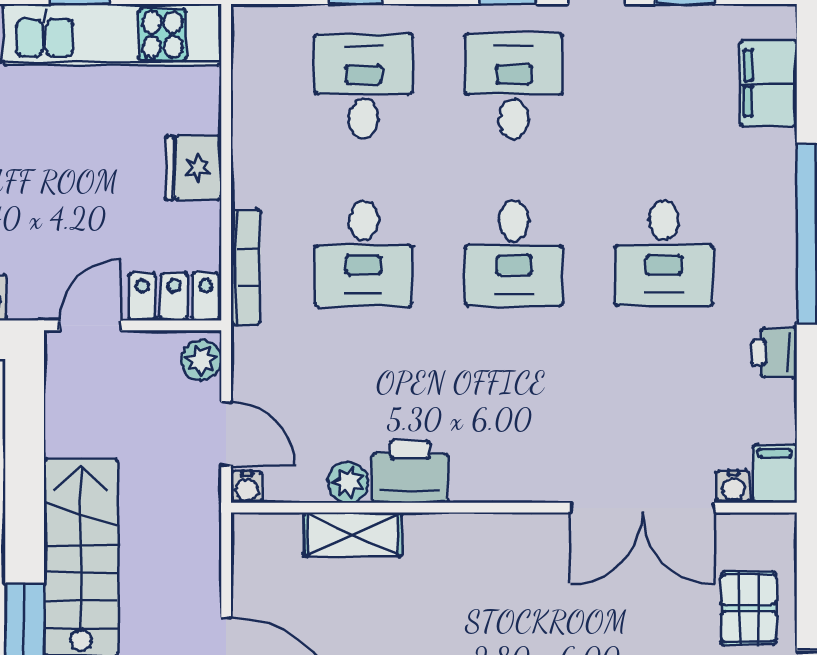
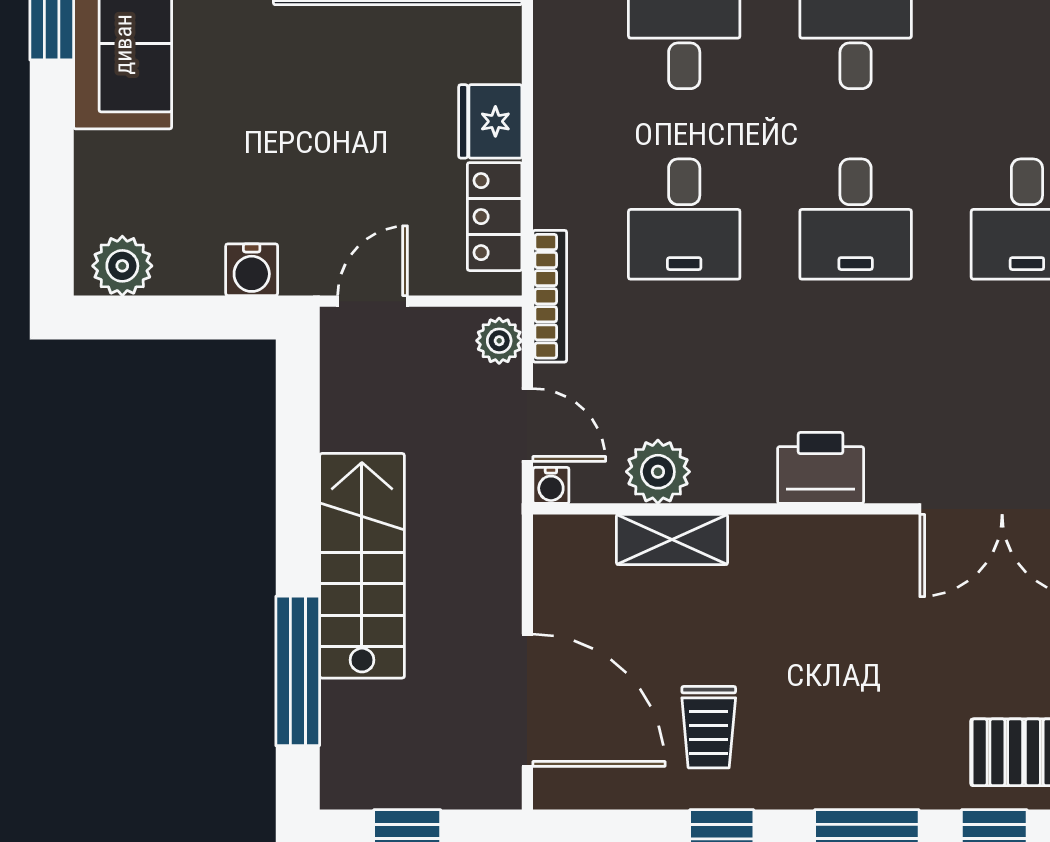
bookcase: (246, 267) -> (550, 296), moved
locker: (174, 297) -> (495, 217), moved, turned -90
printer: (410, 472) -> (821, 468), moved
plant: (348, 483) -> (658, 472), width x1.38, depth x1.38

